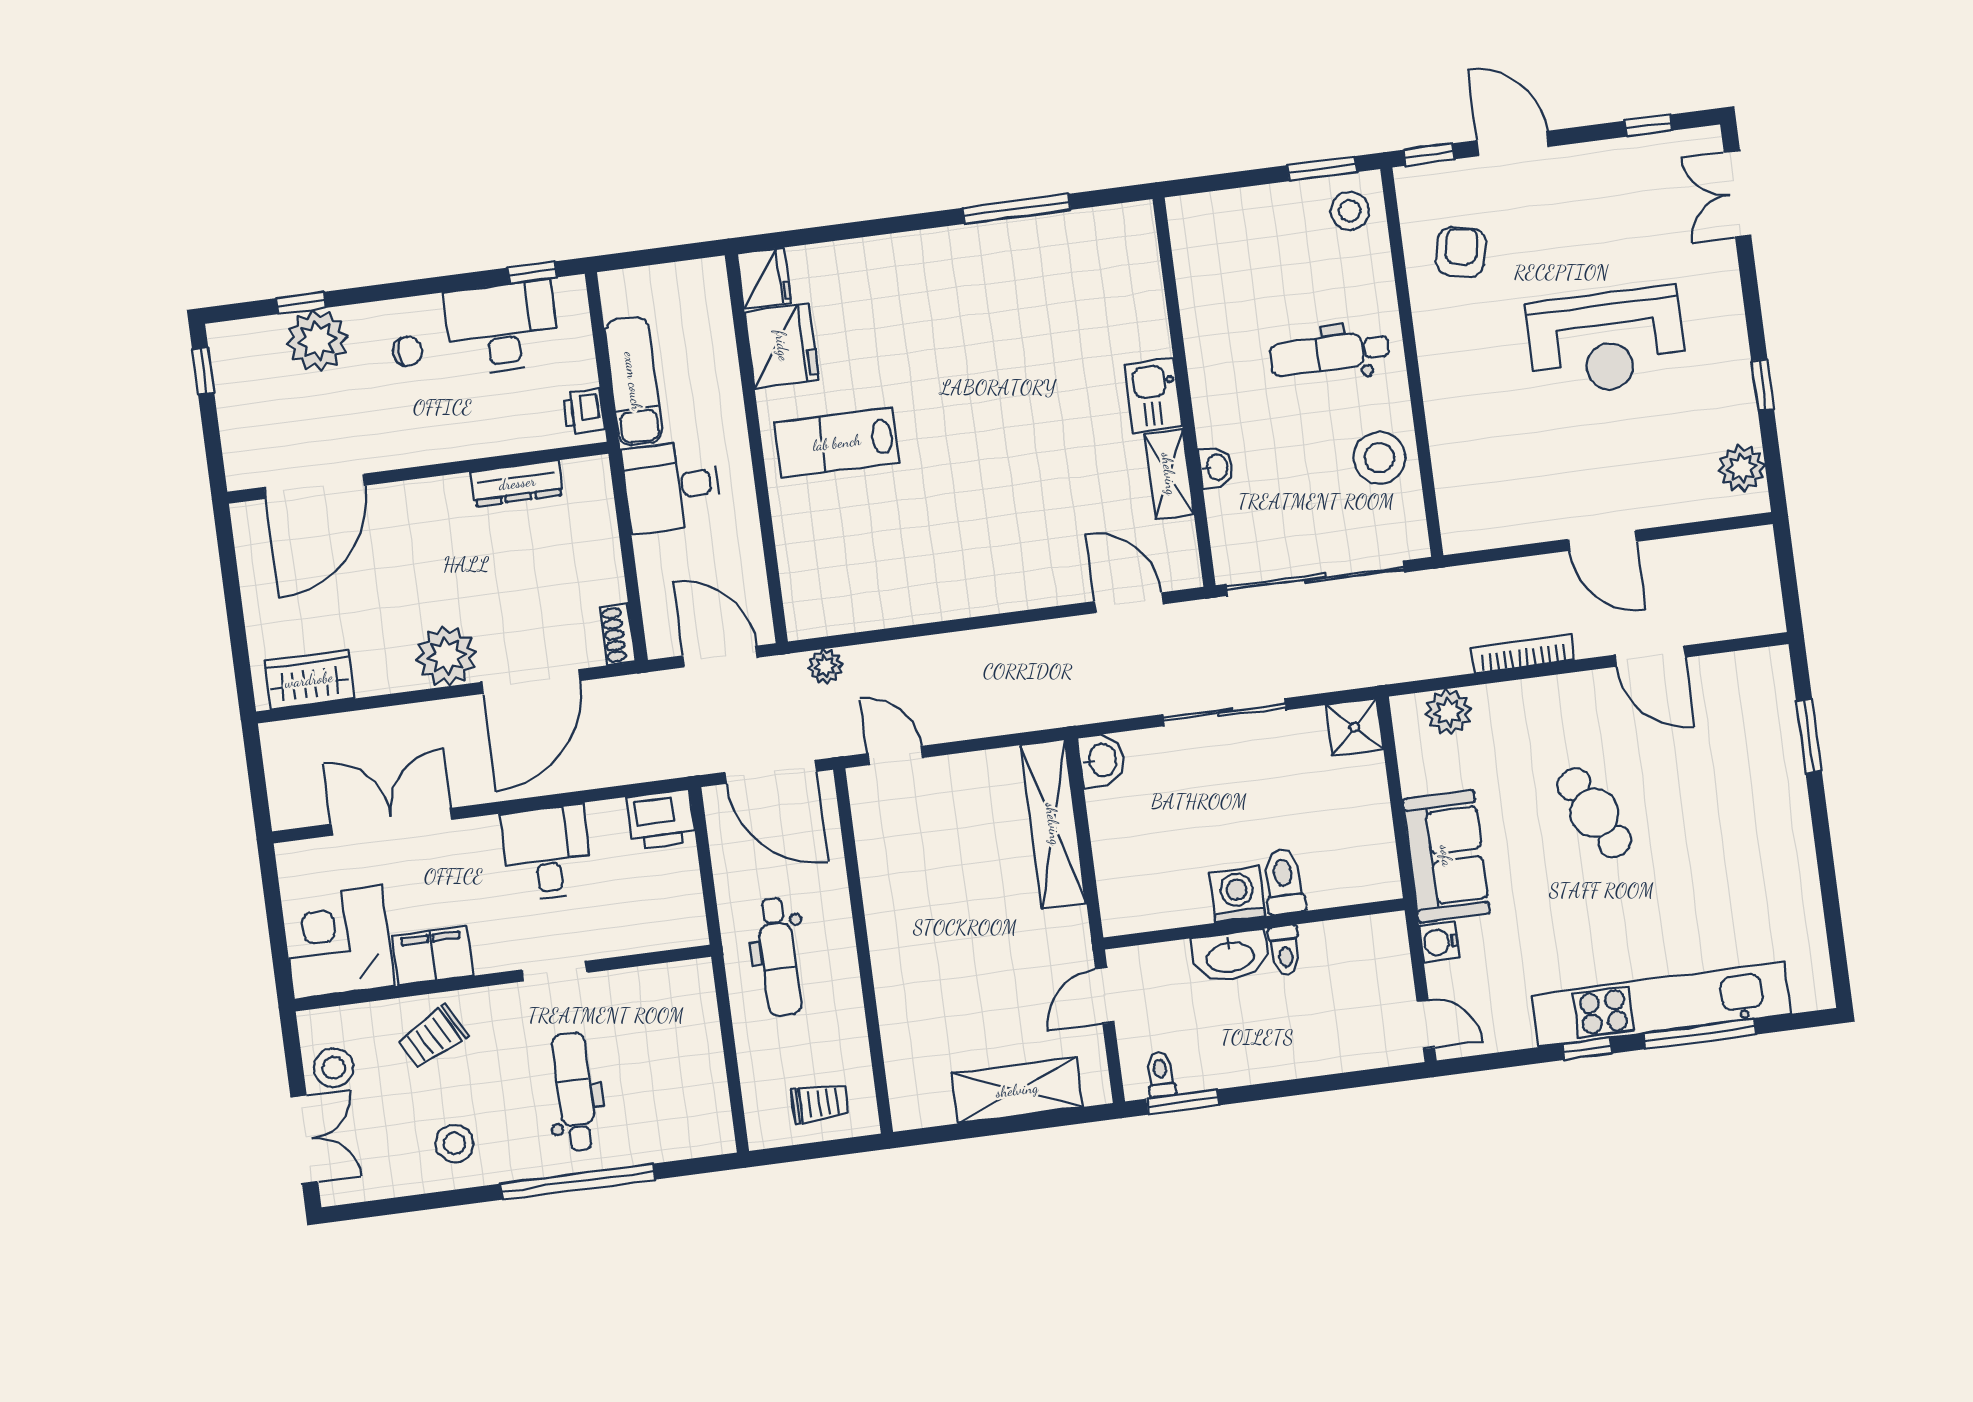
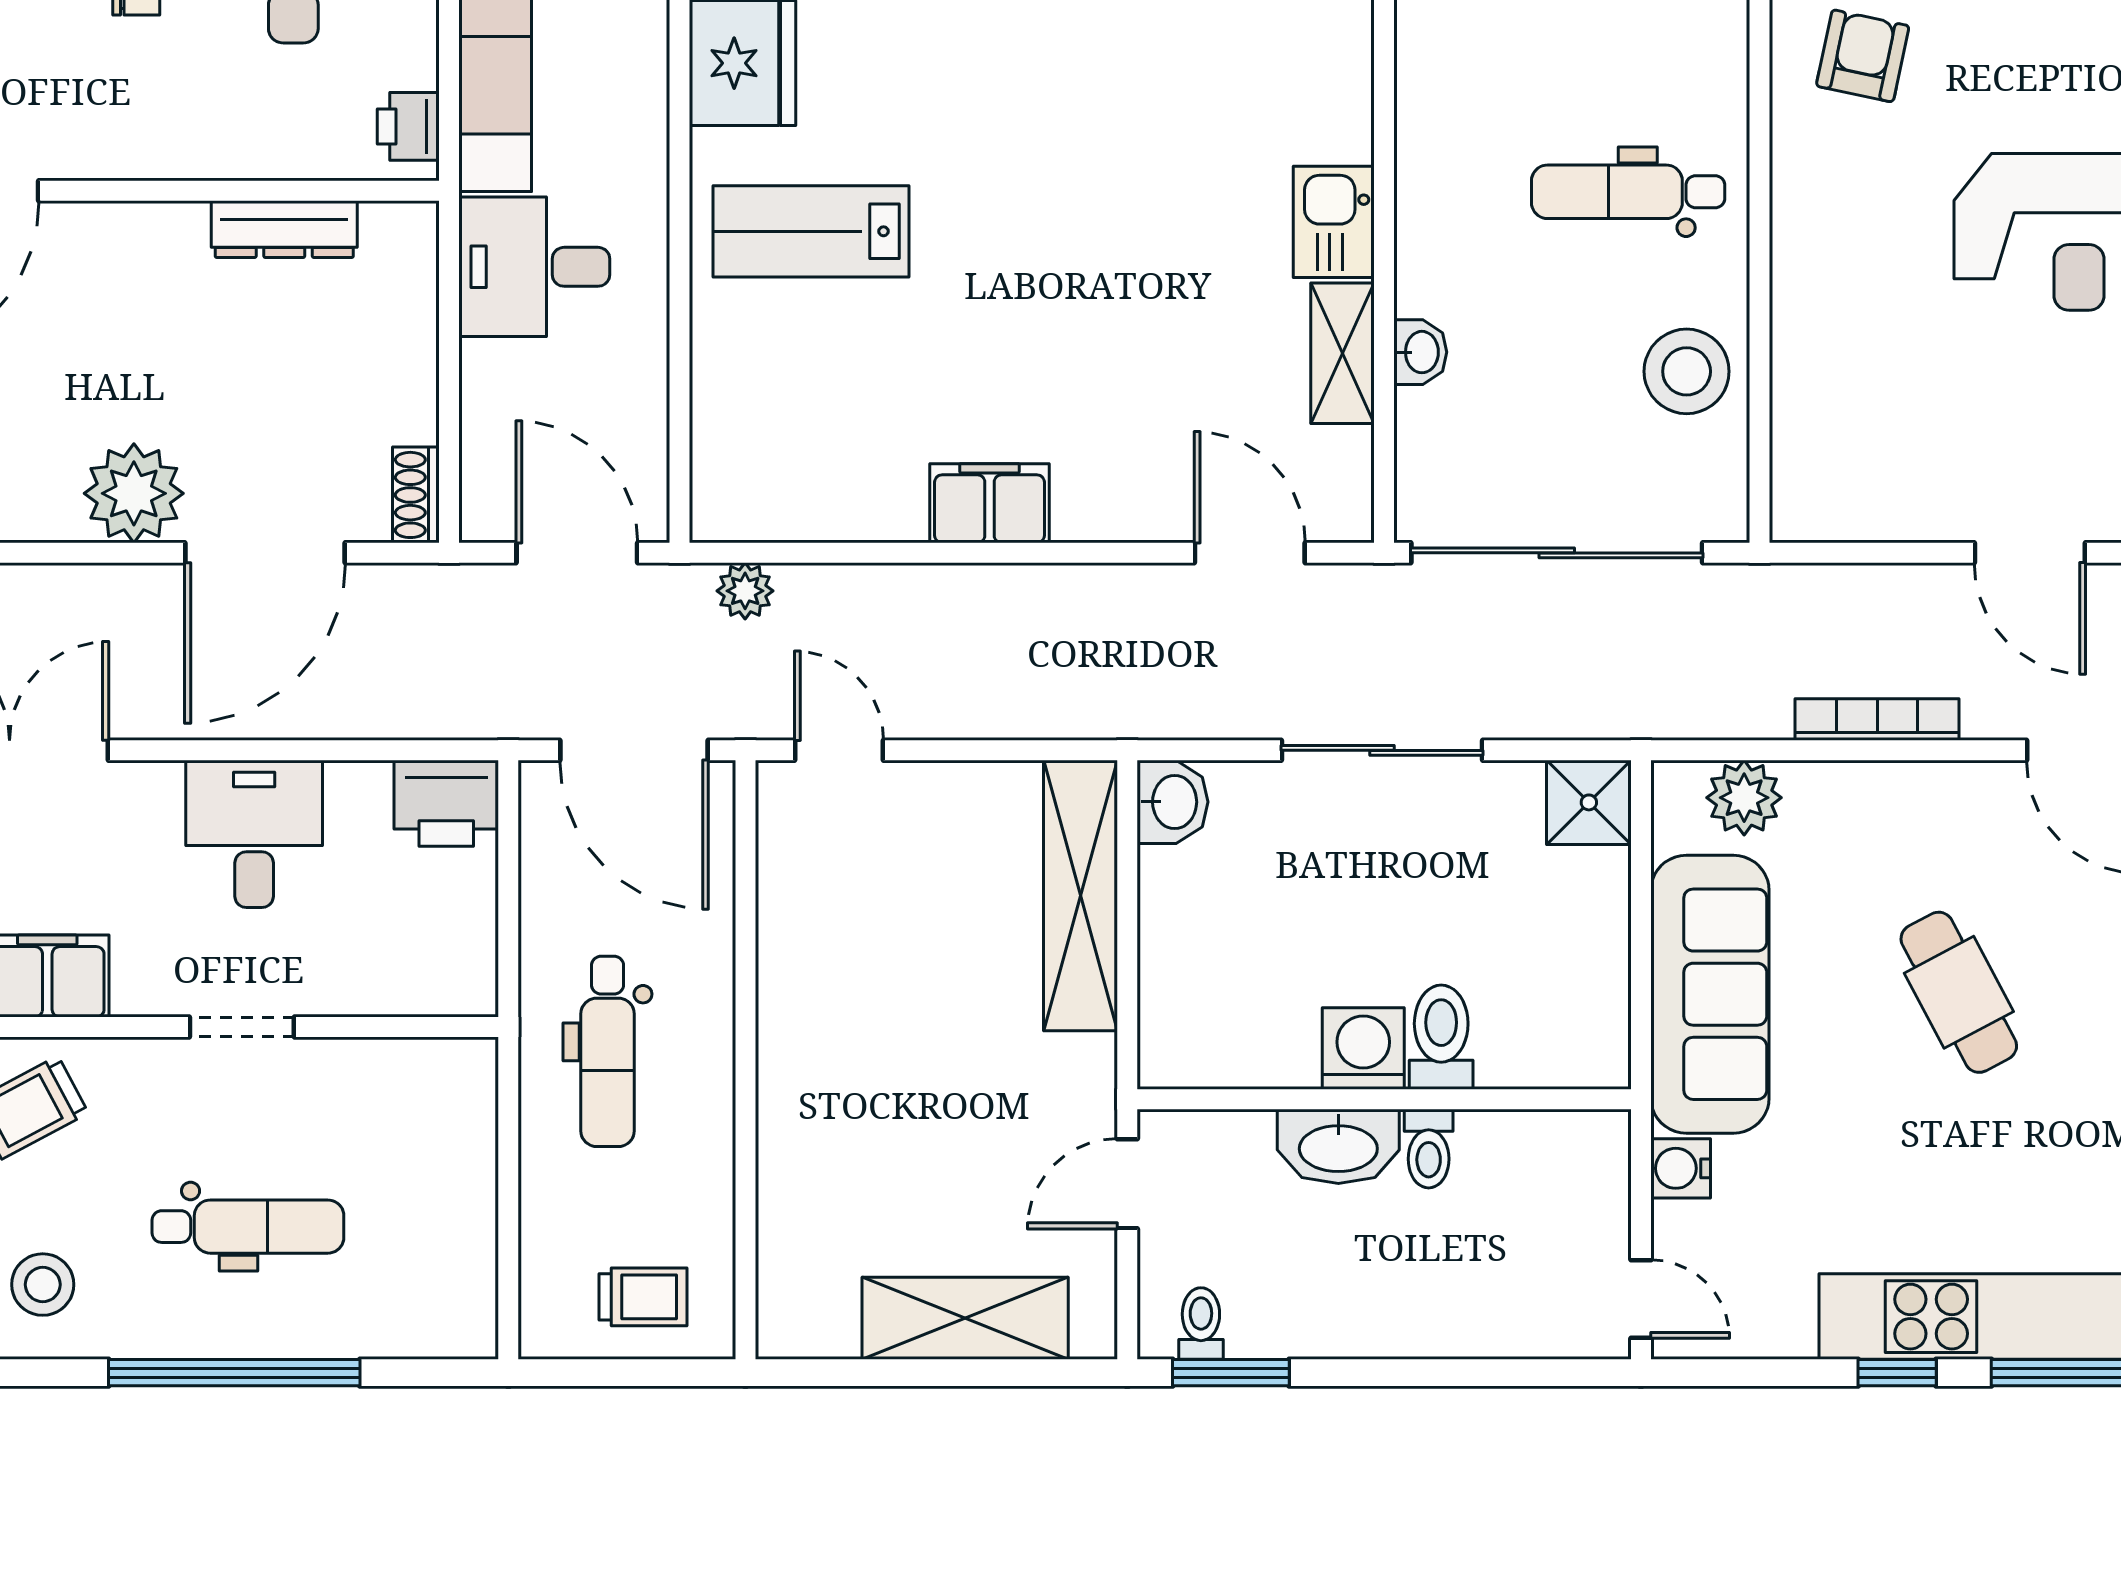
filing cabinet: (967, 593) -> (990, 503), added
sofa: (1446, 856) -> (1710, 994), width x1.36
dental chair: (574, 1092) -> (248, 1227), turned 90

